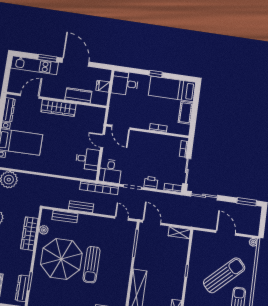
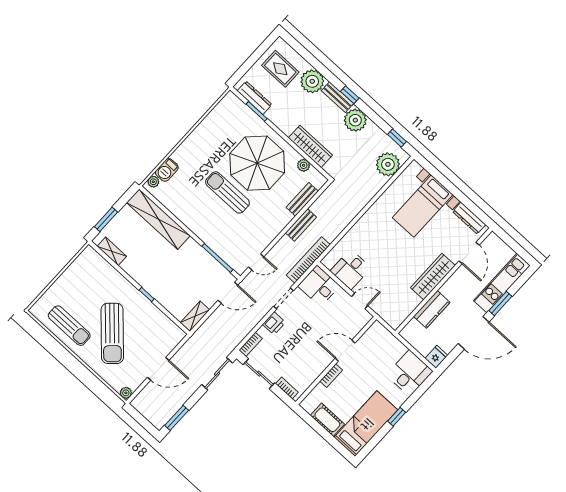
fridge: (103, 86) -> (436, 357), moved
door: (121, 127) -> (345, 351), moved

